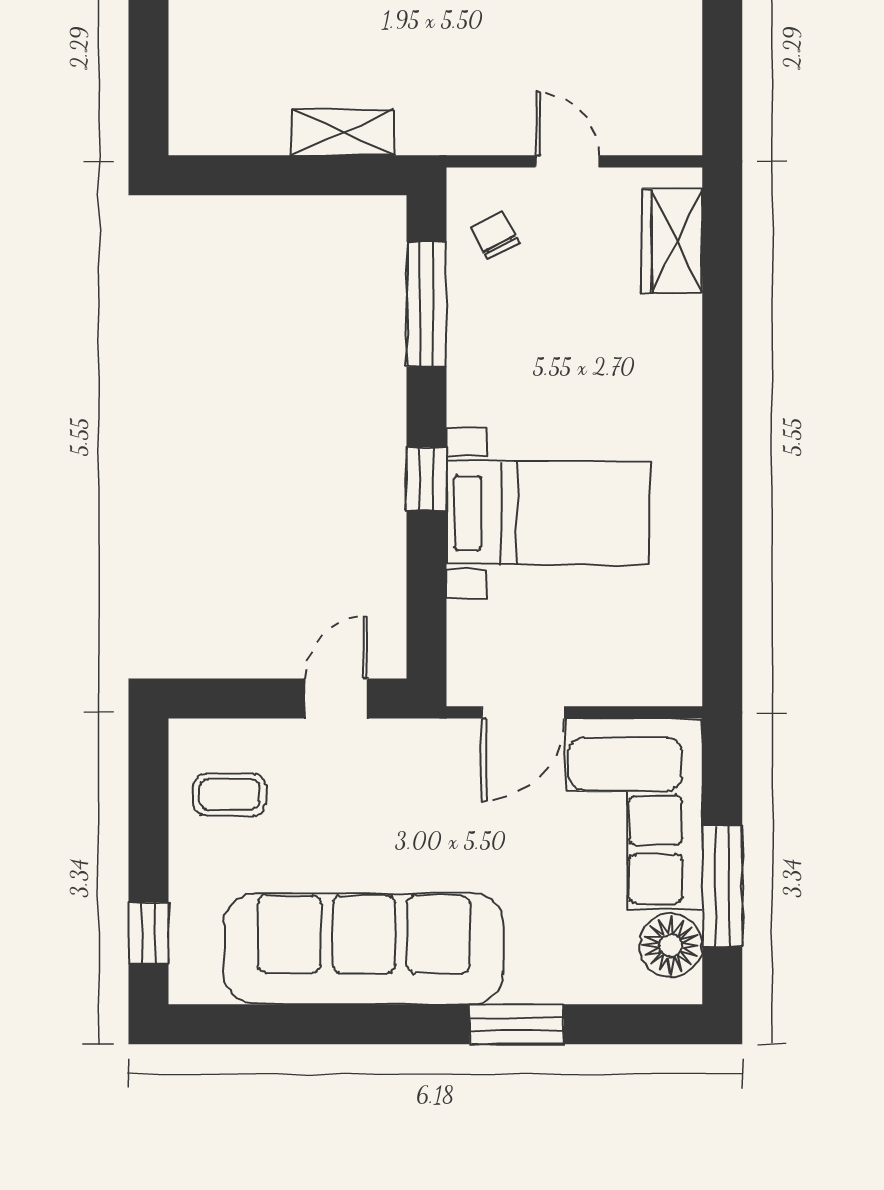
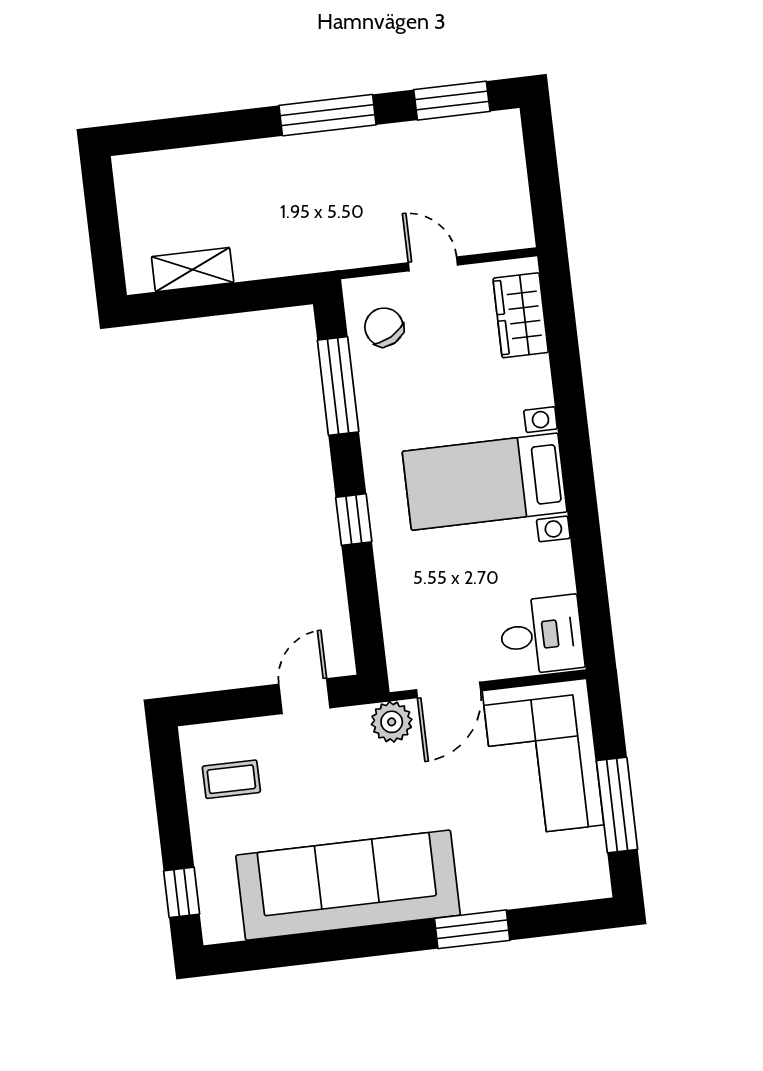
shelving: (343, 132) -> (193, 270), moved
chair: (495, 235) -> (384, 327), width x1.37, depth x1.37
bed with nightstands: (548, 513) -> (485, 482), moved, turned 180
desk: (651, 656) -> (541, 635), added
plant: (445, 745) -> (392, 722), added
floor lamp: (671, 945) -> (583, 855), removed

